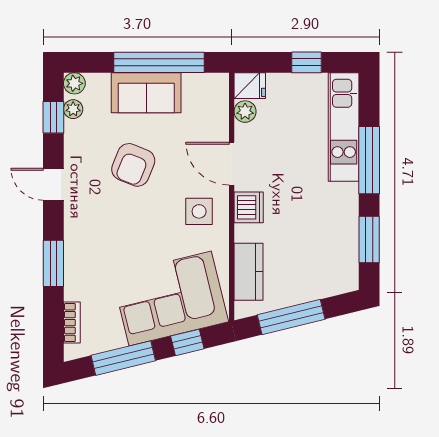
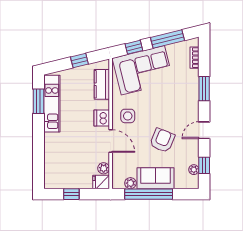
plant: (74, 83) -> (130, 183), moved
kitchen unit: (344, 127) -> (52, 104), moved
window: (369, 160) -> (38, 143), removed
door: (53, 184) -> (204, 130), swing flipped
window: (291, 317) -> (79, 61), width x0.46

